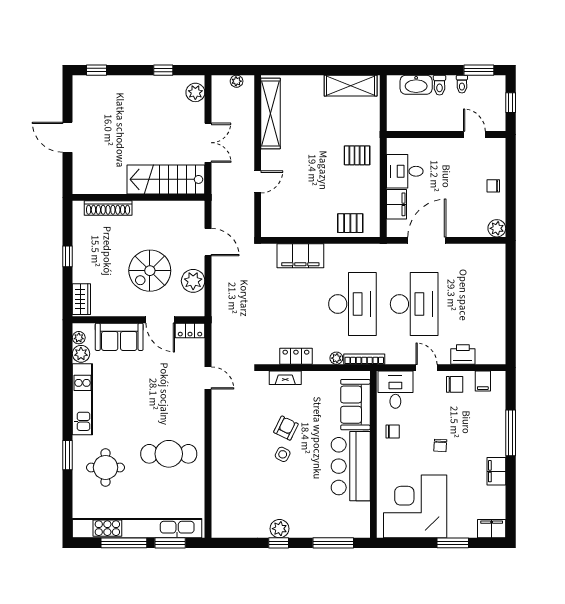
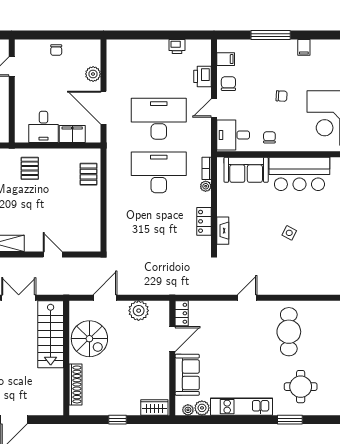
plant: (497, 228) -> (93, 74), moved
filing cabinet: (300, 256) -> (117, 218), removed
spiral stairs: (150, 271) -> (89, 339), moved
printer: (497, 325) -> (177, 46), added
bookcase: (364, 359) -> (207, 168), width x0.64
door: (208, 378) -> (247, 298), moved
armchair: (286, 428) -> (266, 230), removed
filing cabinet: (496, 471) -> (304, 47), width x0.50

